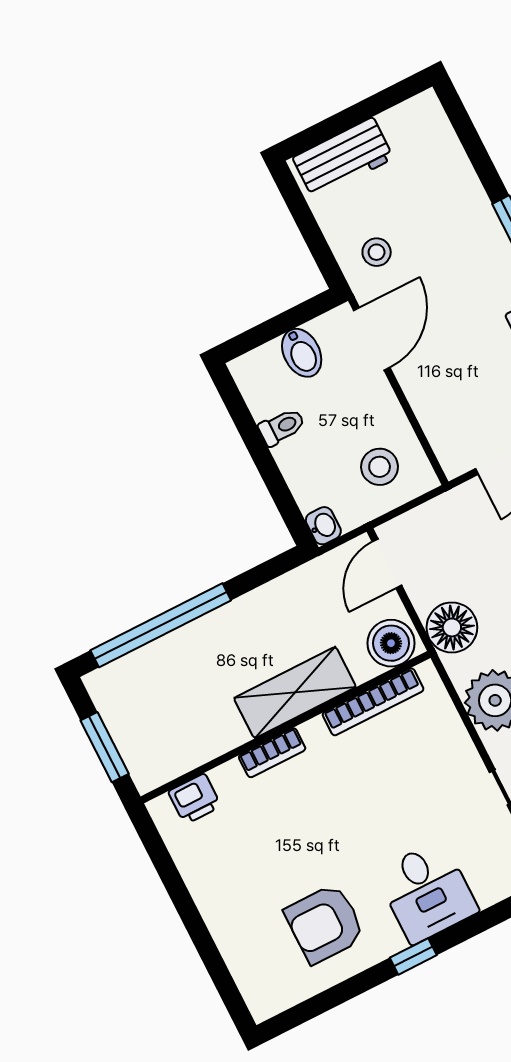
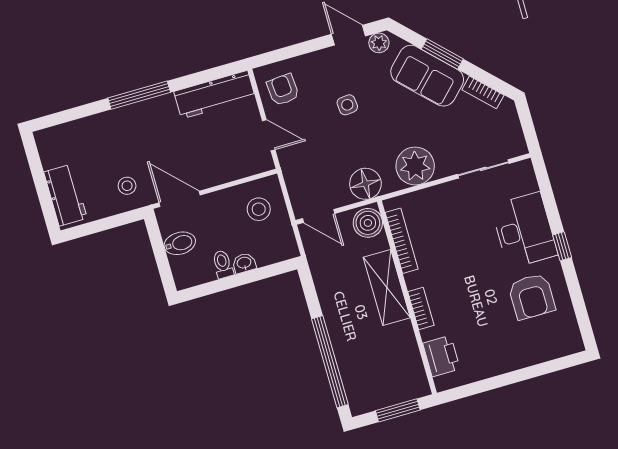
washbasin: (323, 526) -> (244, 263), moved
printer: (195, 799) -> (441, 356), width x1.36, depth x1.24
desk: (427, 892) -> (524, 230), width x1.37

